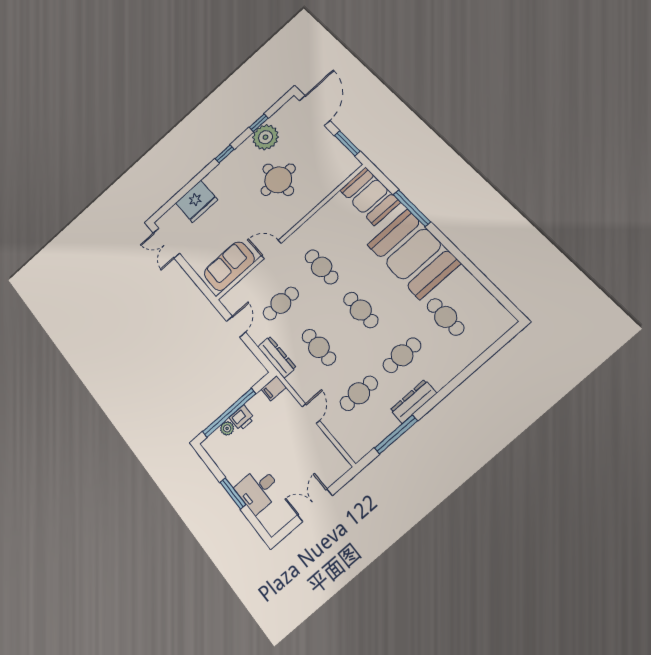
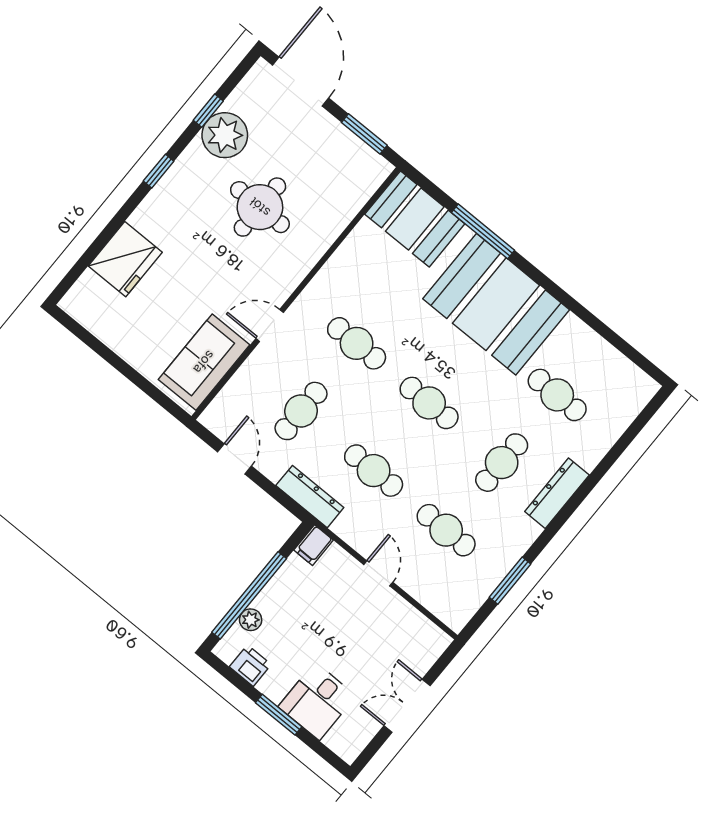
double door: (166, 243) -> (86, 337), removed
cafe table: (359, 393) -> (446, 530), turned 90
dresser: (413, 401) -> (557, 493), moved
printer: (242, 418) -> (250, 666), moved, turned -90
window: (396, 434) -> (510, 581), width x0.69

